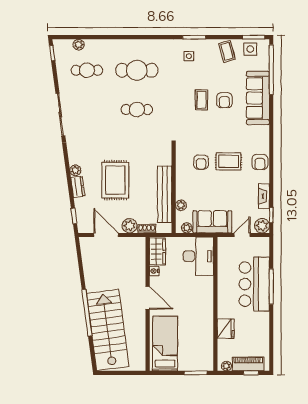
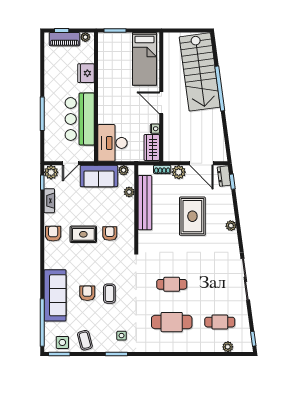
dresser: (78, 187) -> (224, 176), moved
bar counter: (254, 284) -> (80, 119), moved, turned 180

